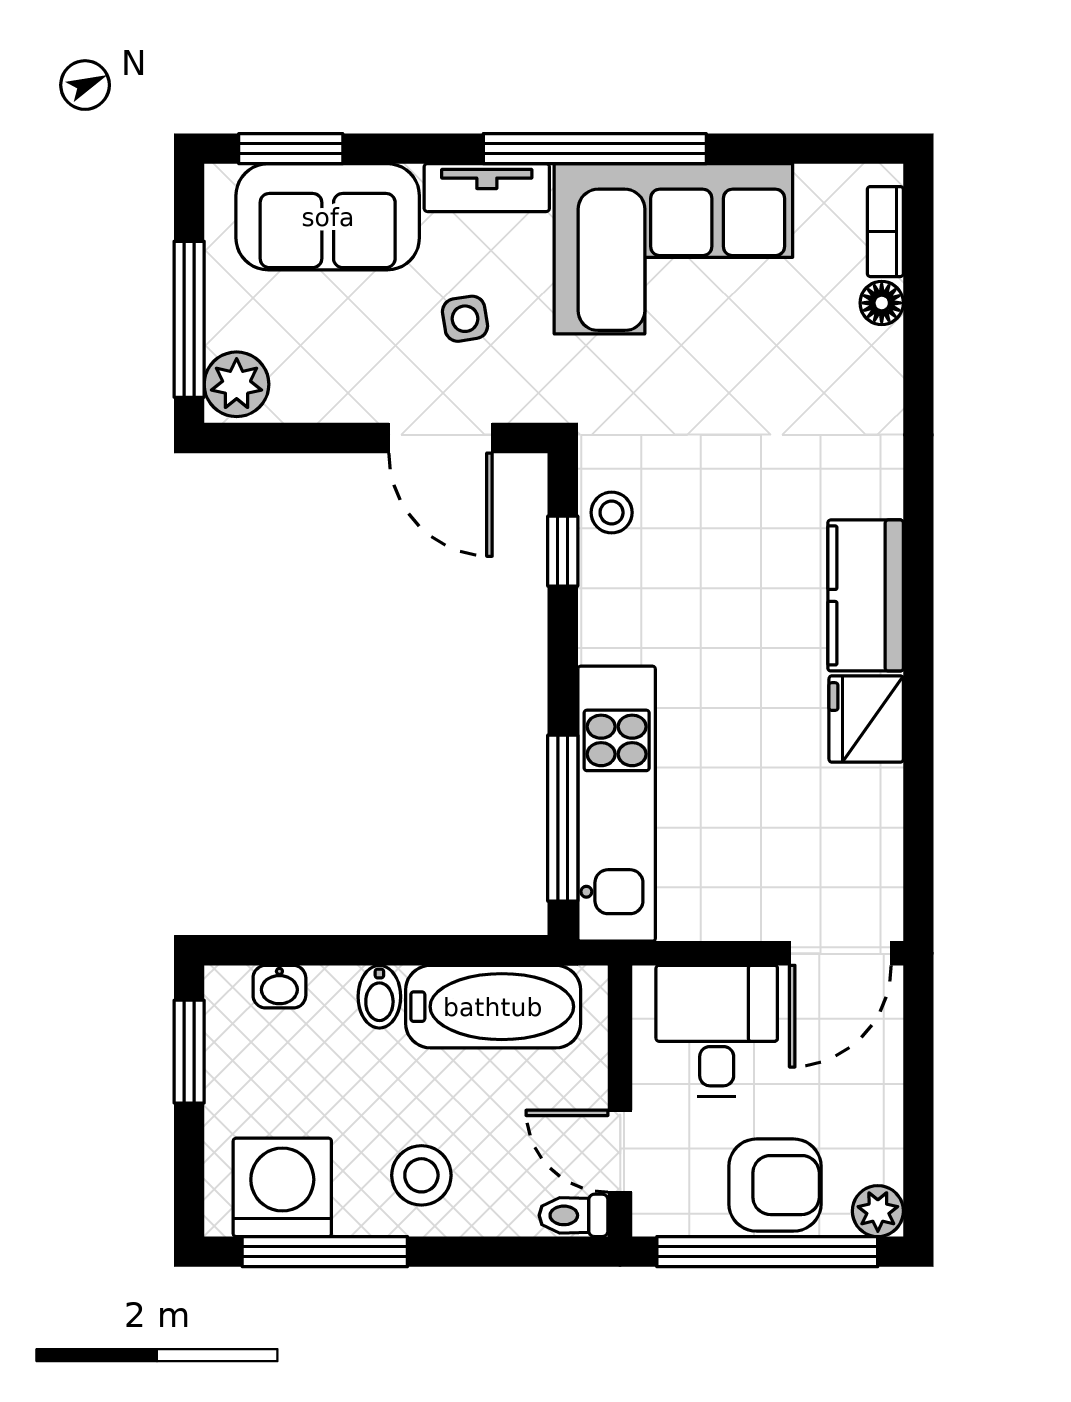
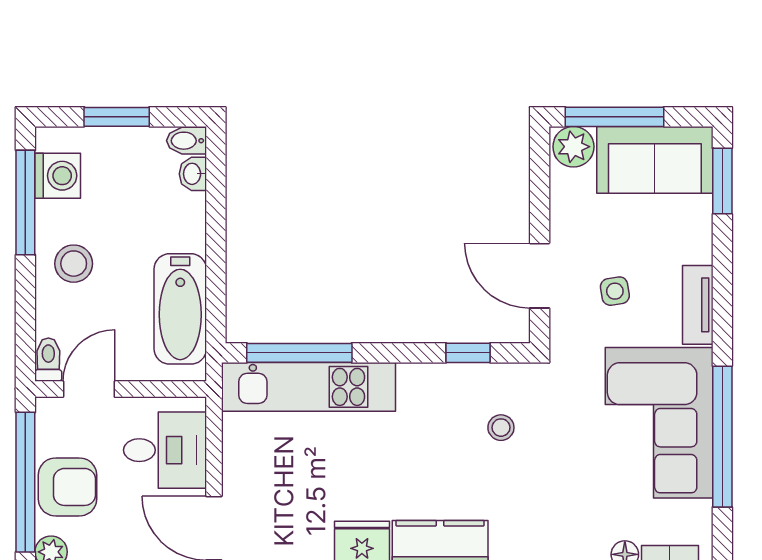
window: (595, 149) -> (722, 437), moved
sofa: (328, 217) -> (655, 160), moved, turned -90
door: (441, 438) -> (540, 276), hinge flipped
stool: (612, 513) -> (501, 428), moved
bidet: (379, 997) -> (187, 141), moved
window: (189, 1052) -> (117, 117), moved
armchair: (775, 1185) -> (68, 487), turned -90
washing machine: (282, 1187) -> (58, 176), width x0.73, depth x0.73

